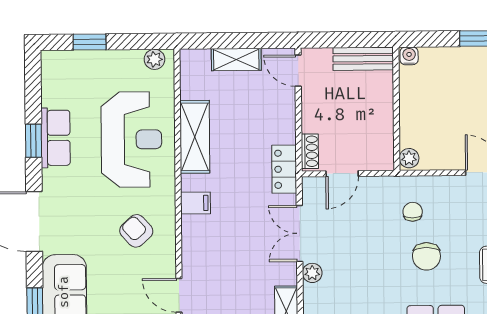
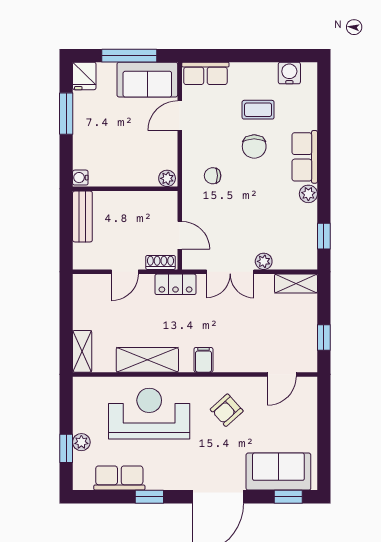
plant: (154, 59) -> (81, 442), moved
shelving: (236, 60) -> (82, 351), moved
door: (298, 71) -> (125, 272), moved
row of seats: (56, 138) -> (119, 478), moved
chair: (426, 256) -> (254, 146), moved, turned 90

